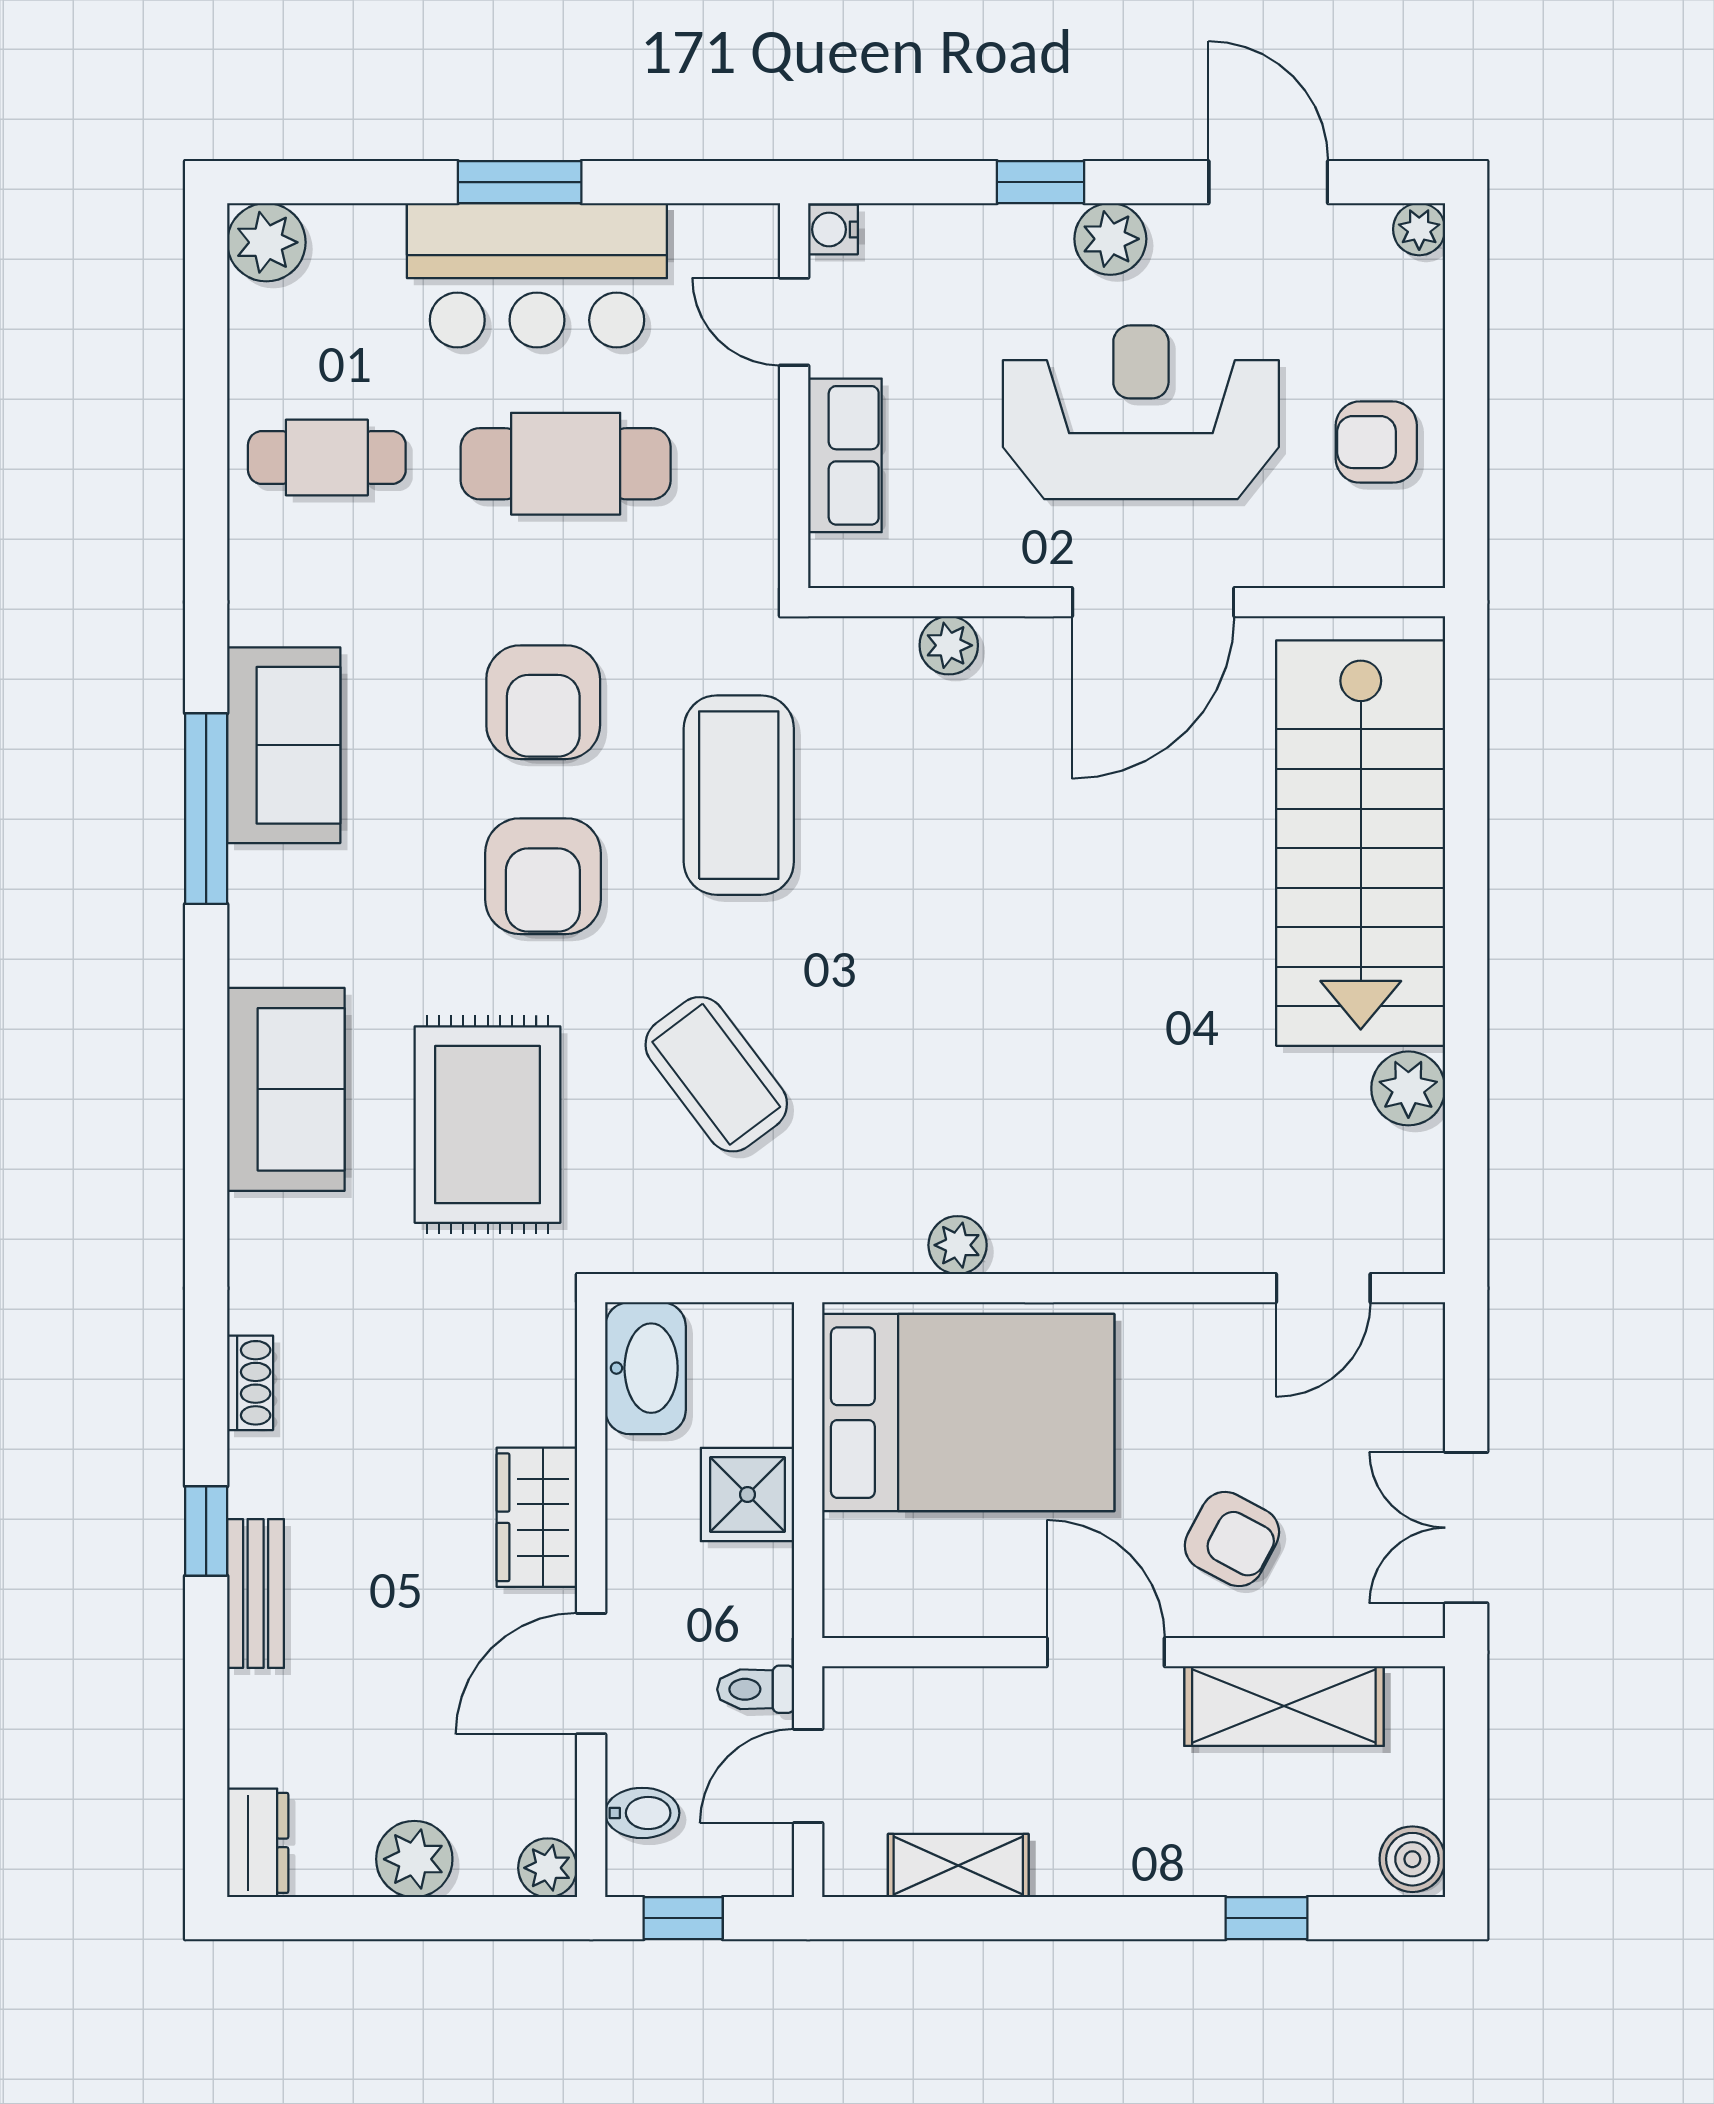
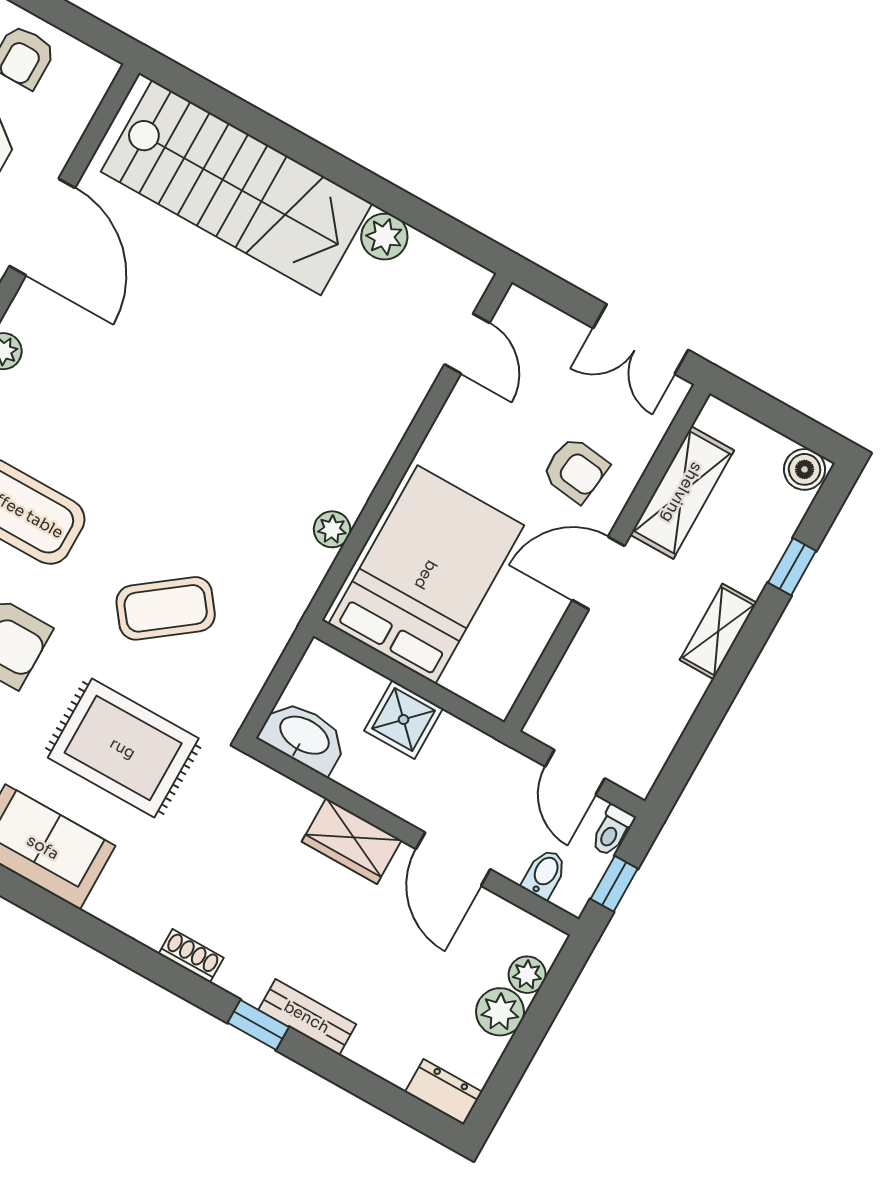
armchair: (1232, 1539) -> (575, 470), turned 69
toilet: (756, 1689) -> (612, 831), moved
shelving: (958, 1866) -> (718, 631), moved
plant: (548, 1868) -> (527, 975), moved

